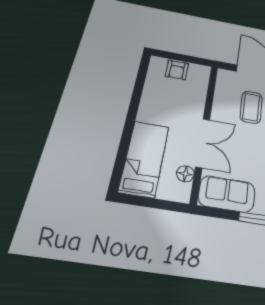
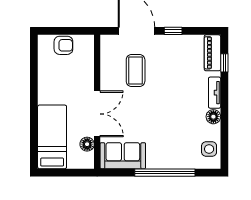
armchair: (177, 70) -> (63, 45), turned -90

